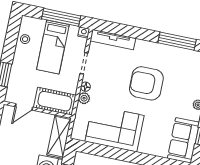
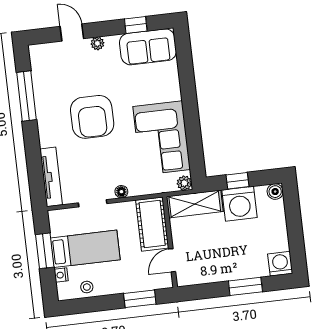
window: (61, 17) -> (45, 251), width x0.69
nightstand: (84, 32) -> (61, 275), moved
plant: (84, 98) -> (184, 183), moved
door: (24, 107) -> (172, 260), swing flipped

